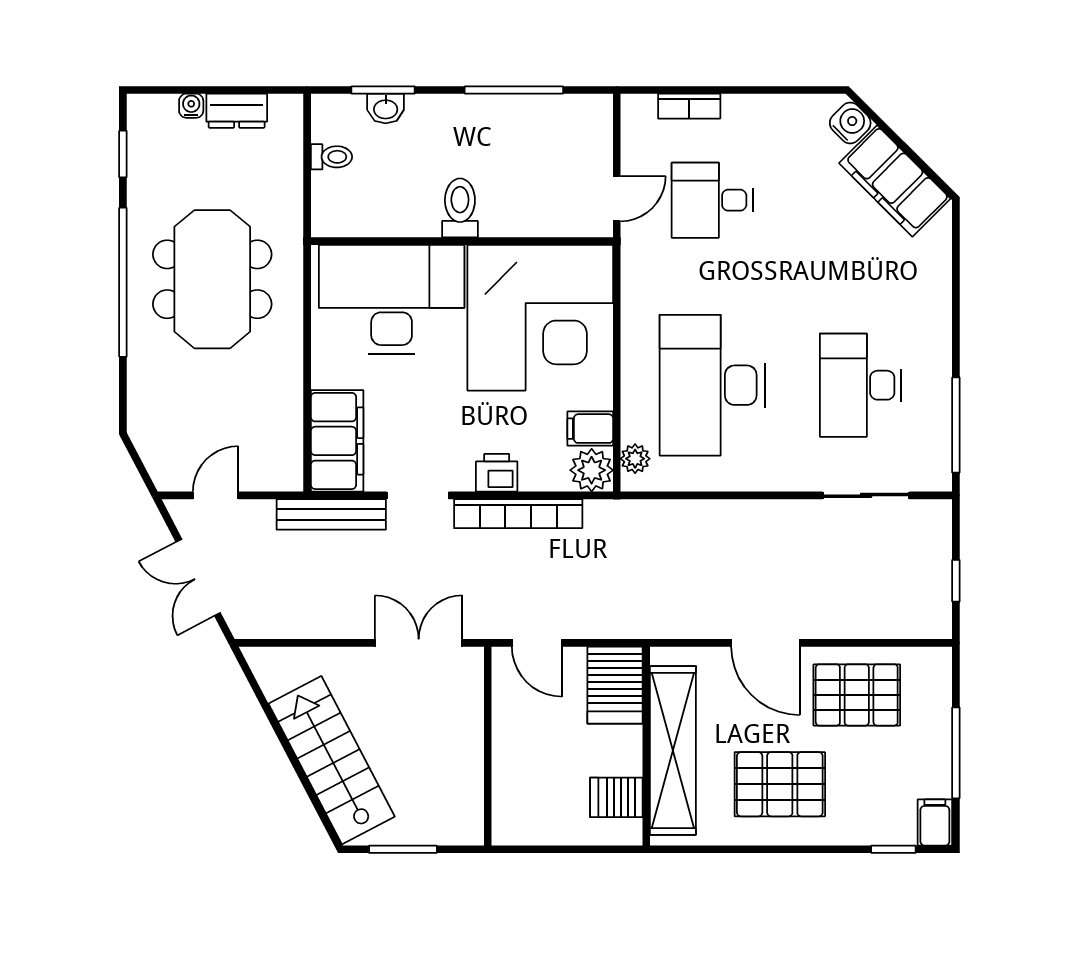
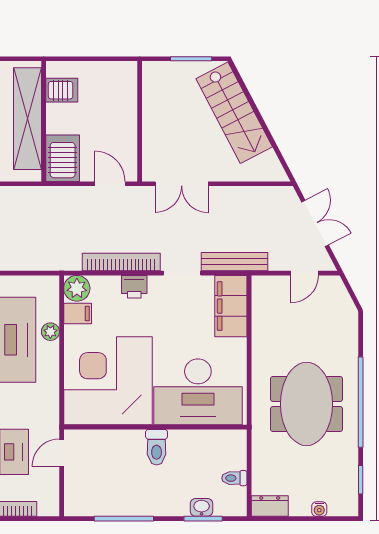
dresser: (237, 111) -> (270, 506), moved
plant: (635, 459) -> (50, 332), moved

